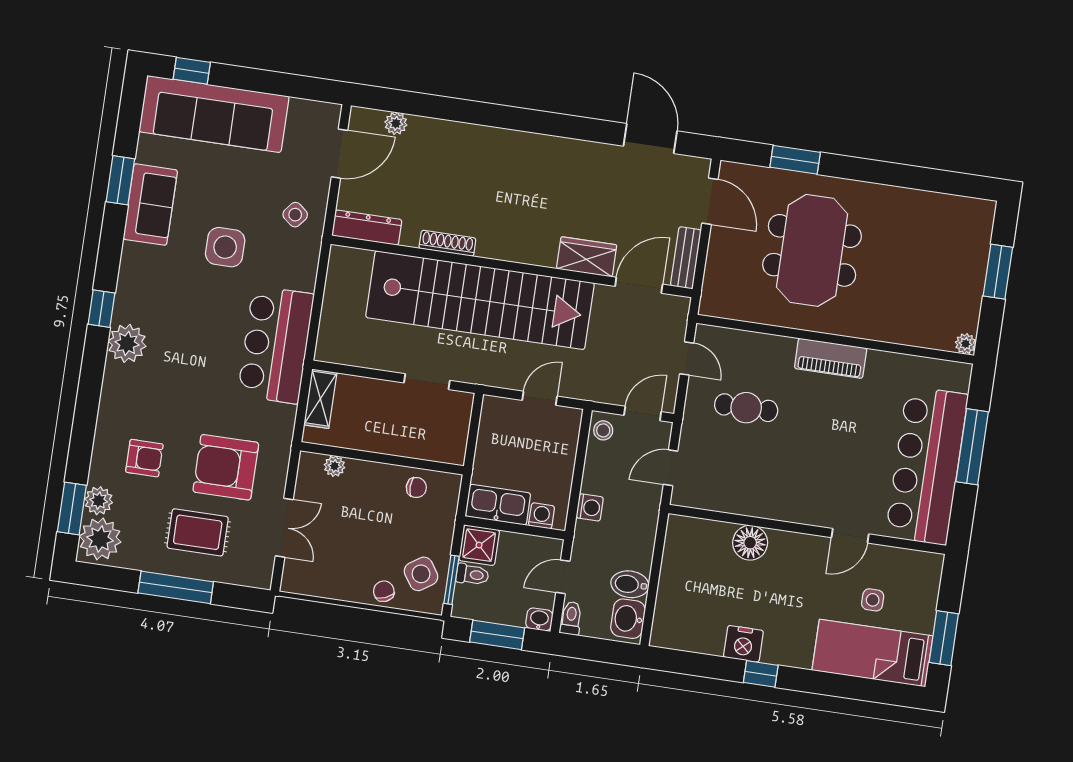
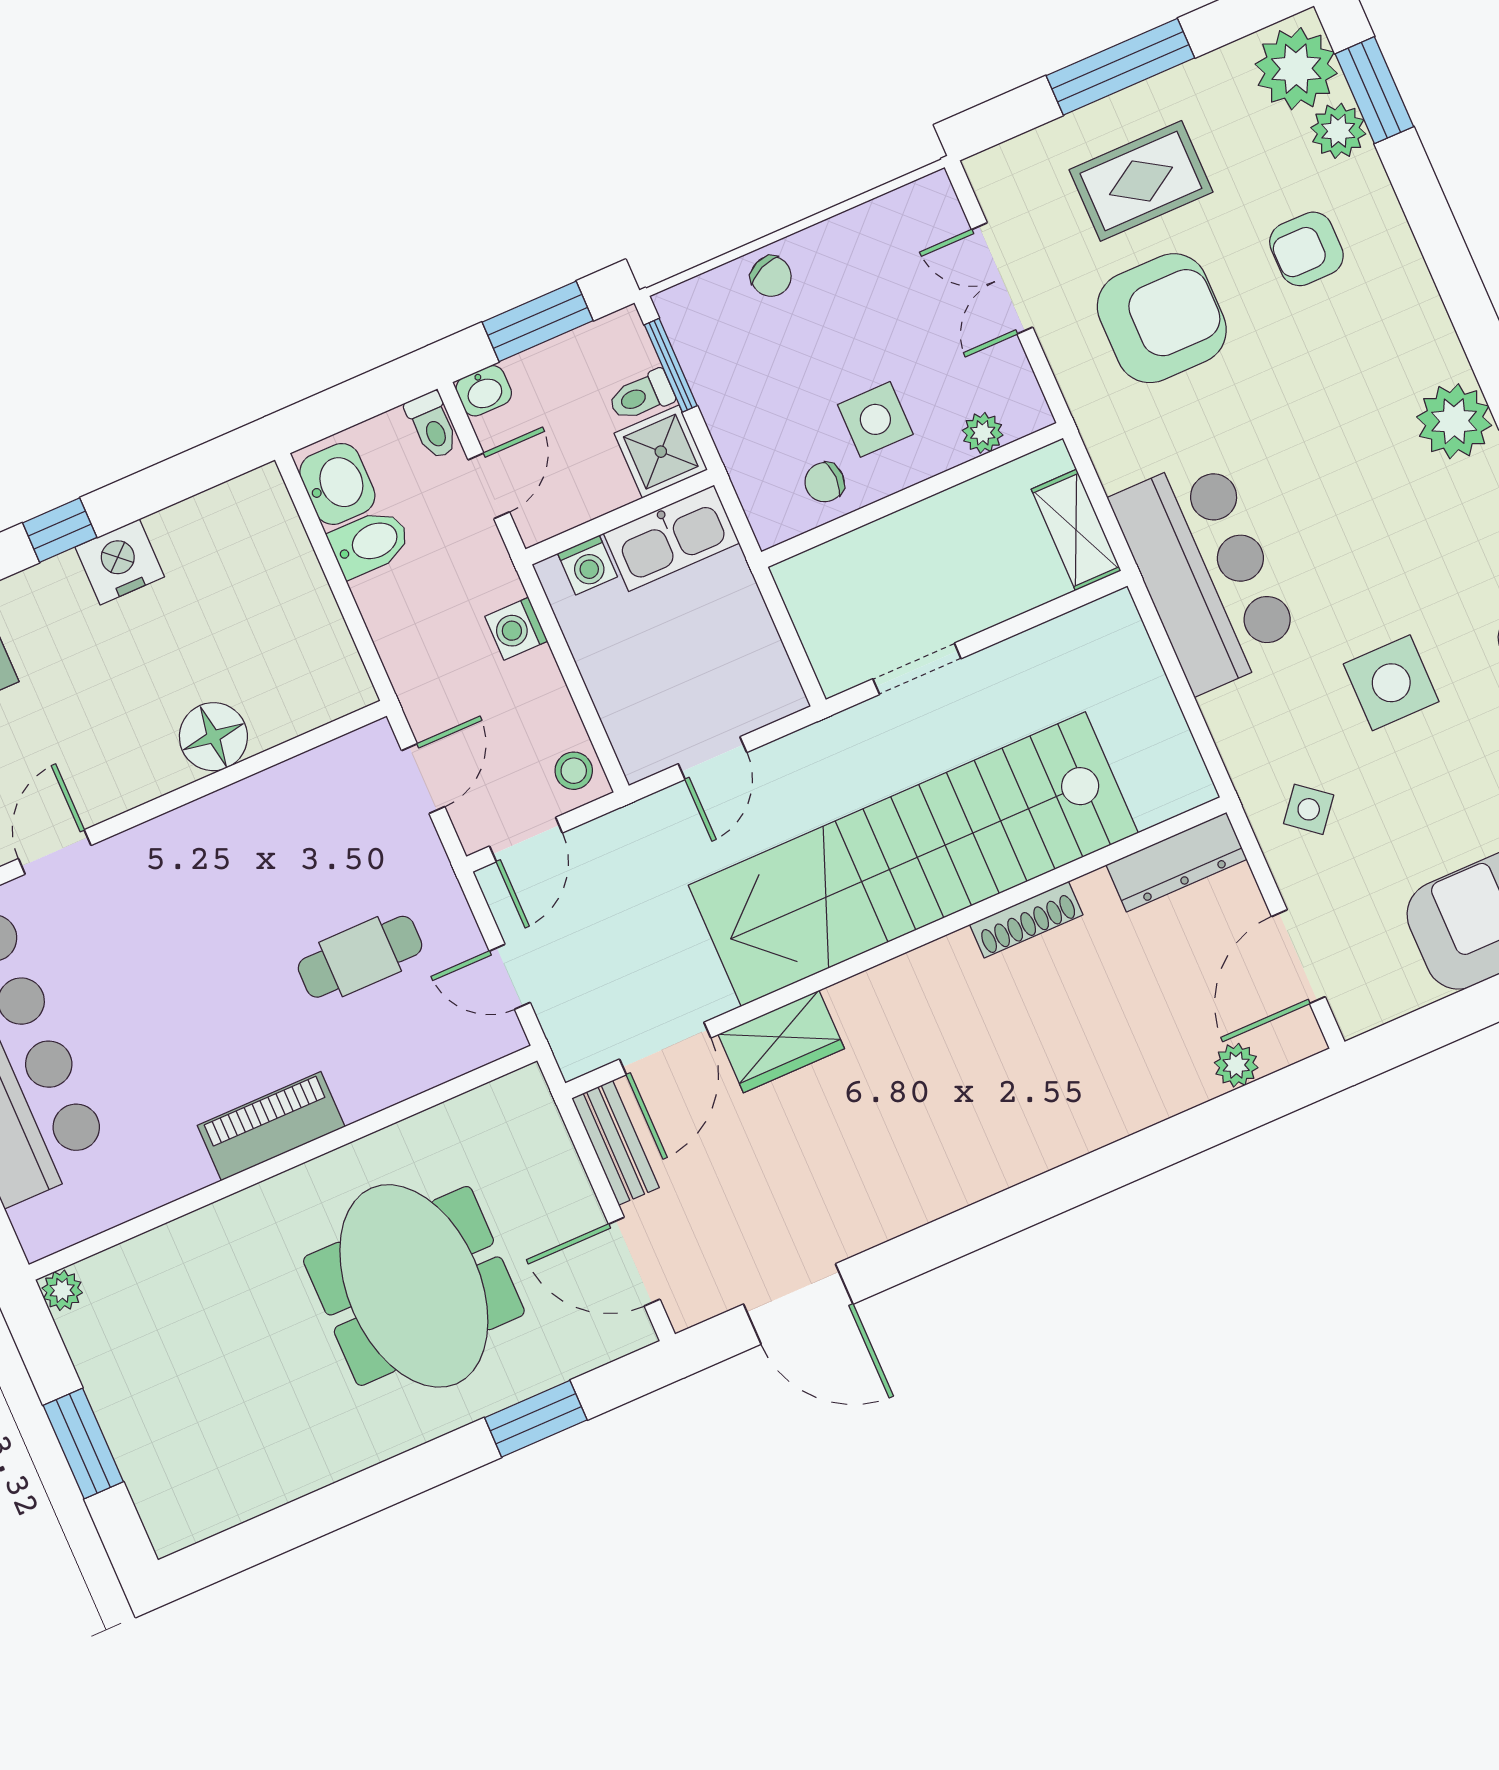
side table: (421, 574) -> (875, 419), moved, turned 34

